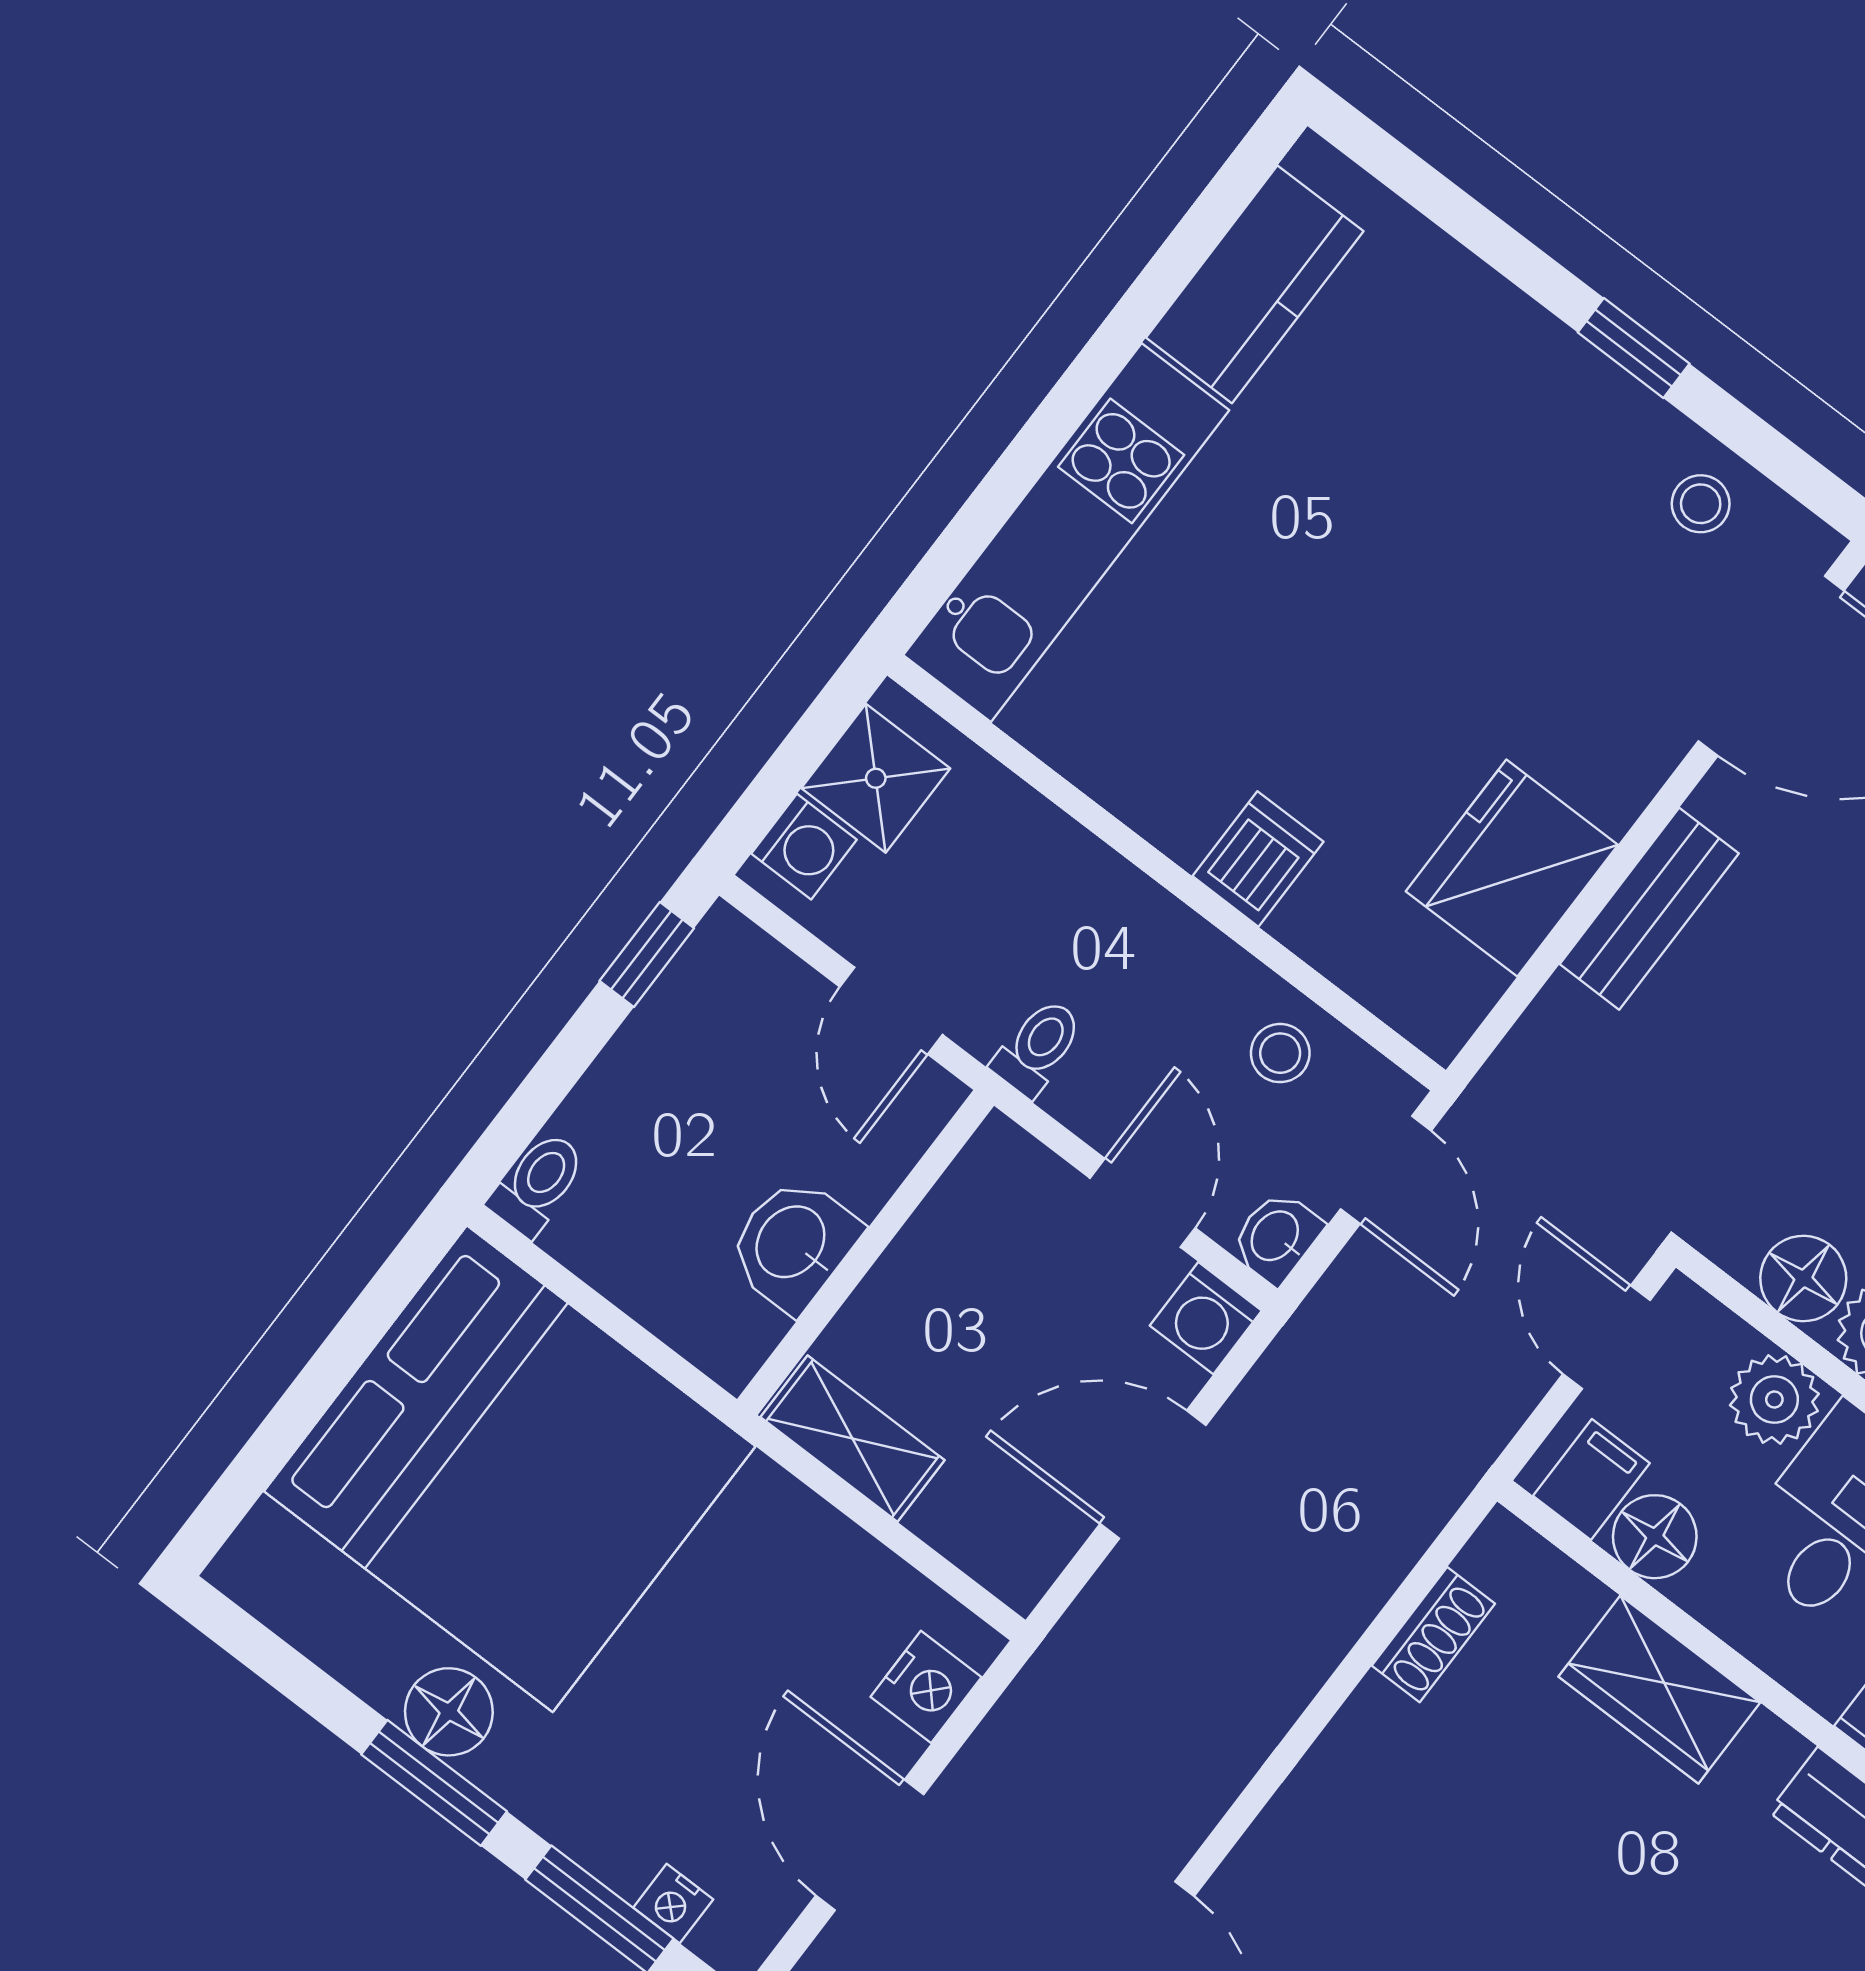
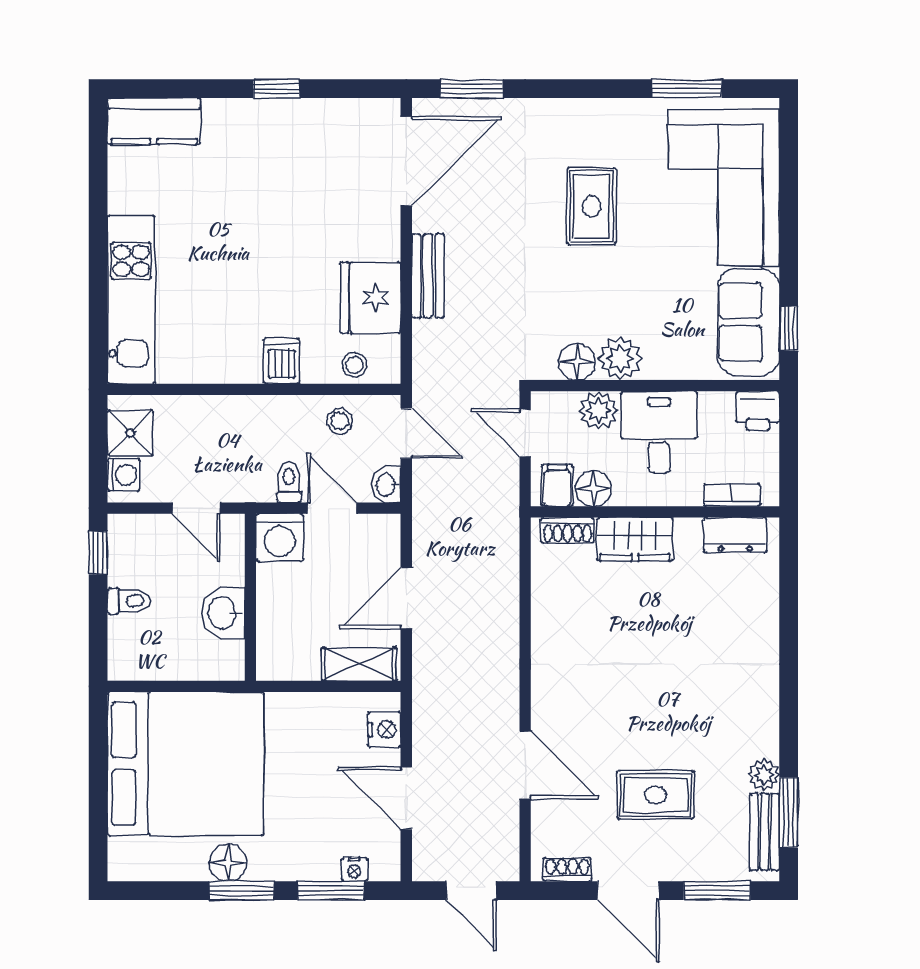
kitchen counter: (1255, 284) -> (154, 121), moved, turned 90
stool: (1701, 504) -> (354, 365), moved
toilet: (1038, 1047) -> (289, 482), moved
toilet: (538, 1184) -> (129, 601), moved, turned 90
washing machine: (1206, 1318) -> (280, 537), moved, width x1.38, depth x1.38
shelving: (852, 1439) -> (359, 664), moved
shoe rack: (1433, 1635) -> (568, 530), moved, turned 90

